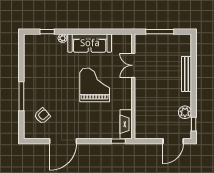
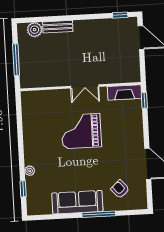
sofa: (90, 43) -> (77, 202), moved, turned -90
double door: (133, 65) -> (85, 86), moved
bench: (186, 74) -> (58, 27), width x0.73
plant: (185, 112) -> (35, 30), moved

